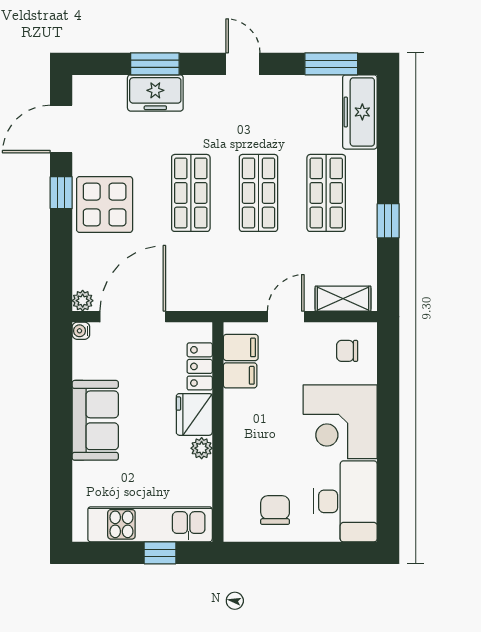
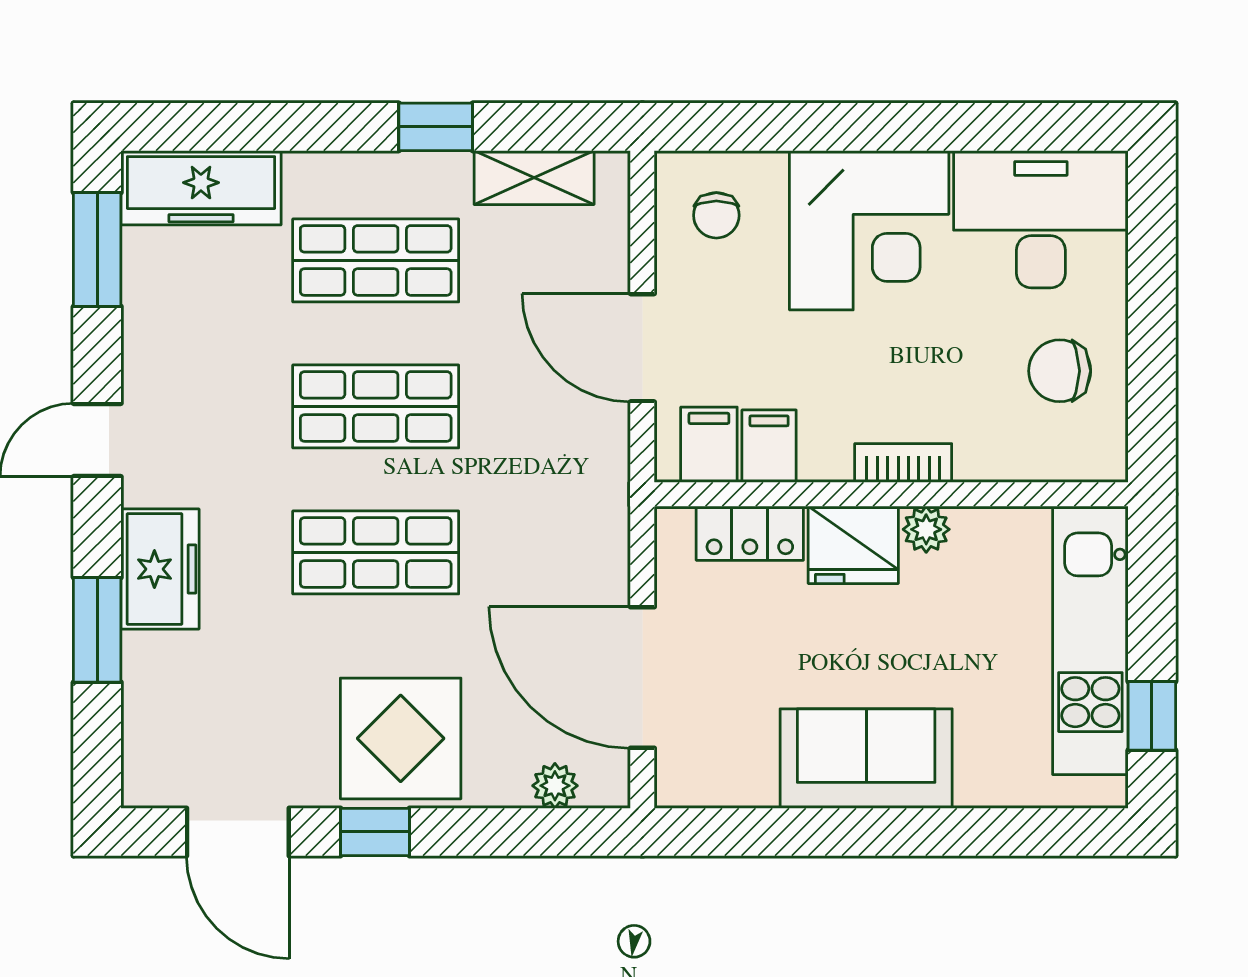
freezer: (155, 93) -> (160, 569), moved
shelving: (343, 299) -> (534, 178), moved, turned 90
plant: (83, 301) -> (555, 786), moved
door: (286, 317) -> (642, 348), width x1.38
water cooler: (81, 331) -> (673, 790), removed
bookcase: (232, 438) -> (903, 463), added
window: (160, 553) -> (1152, 716), moved

